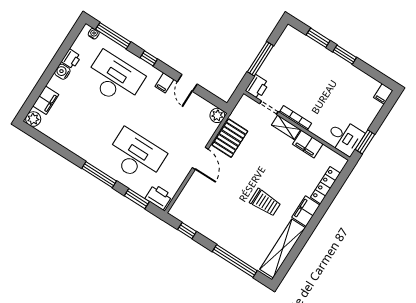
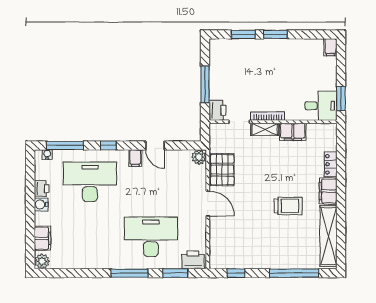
locker: (325, 185) -> (331, 164), width x0.66

